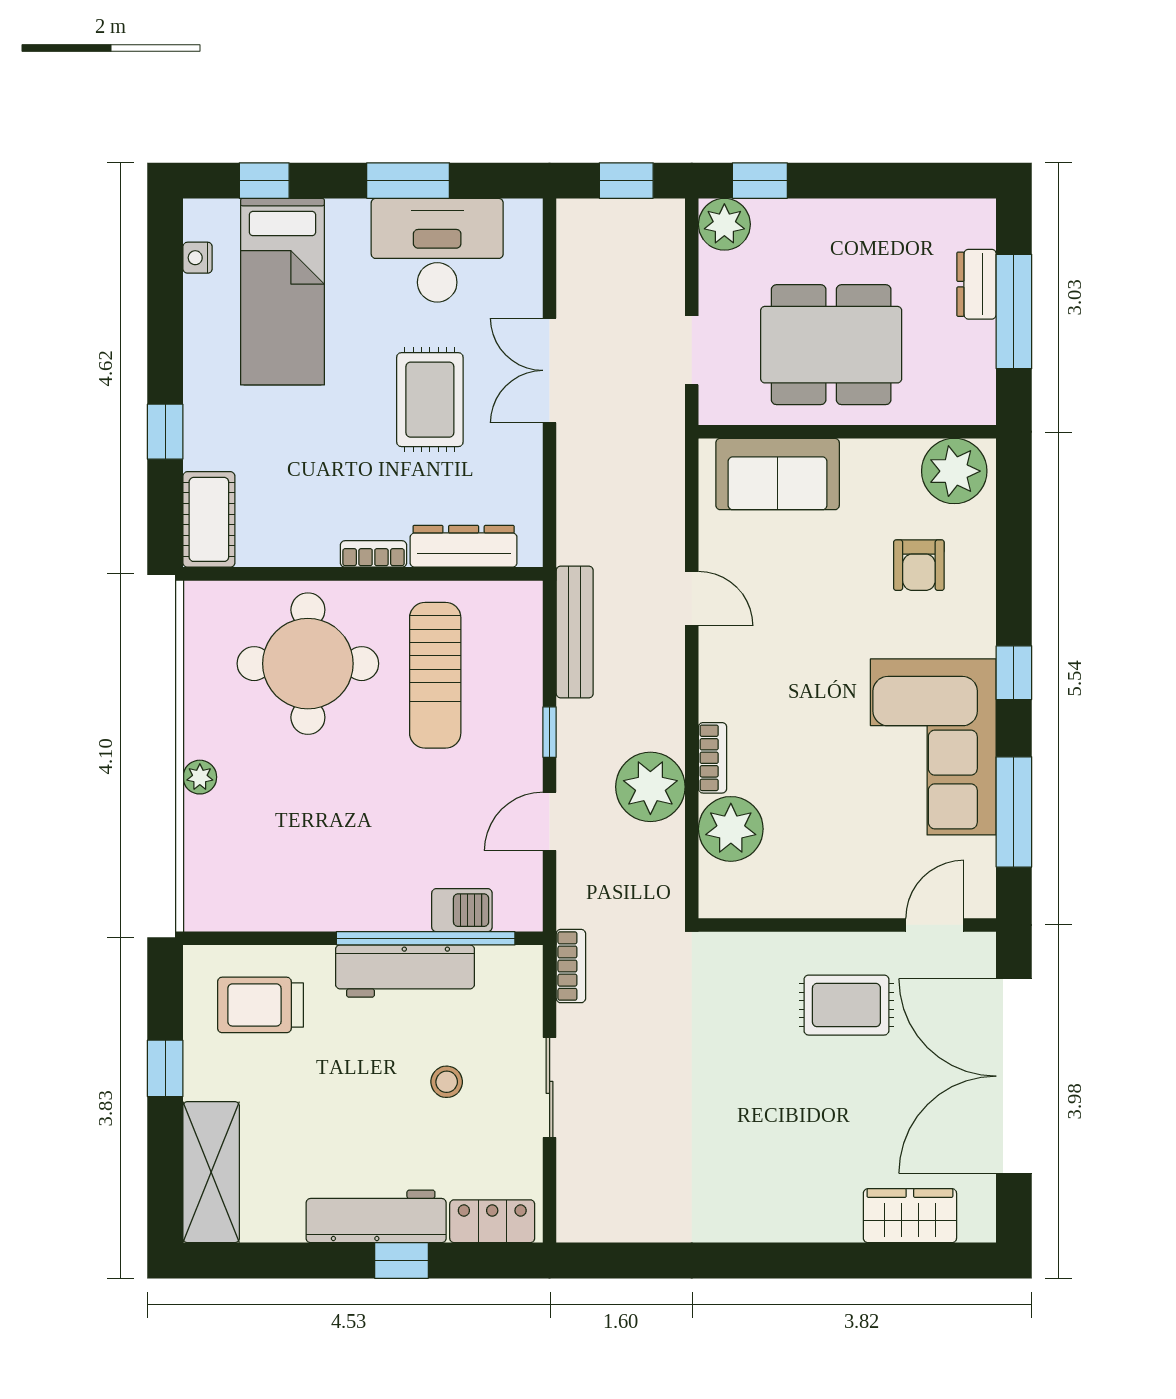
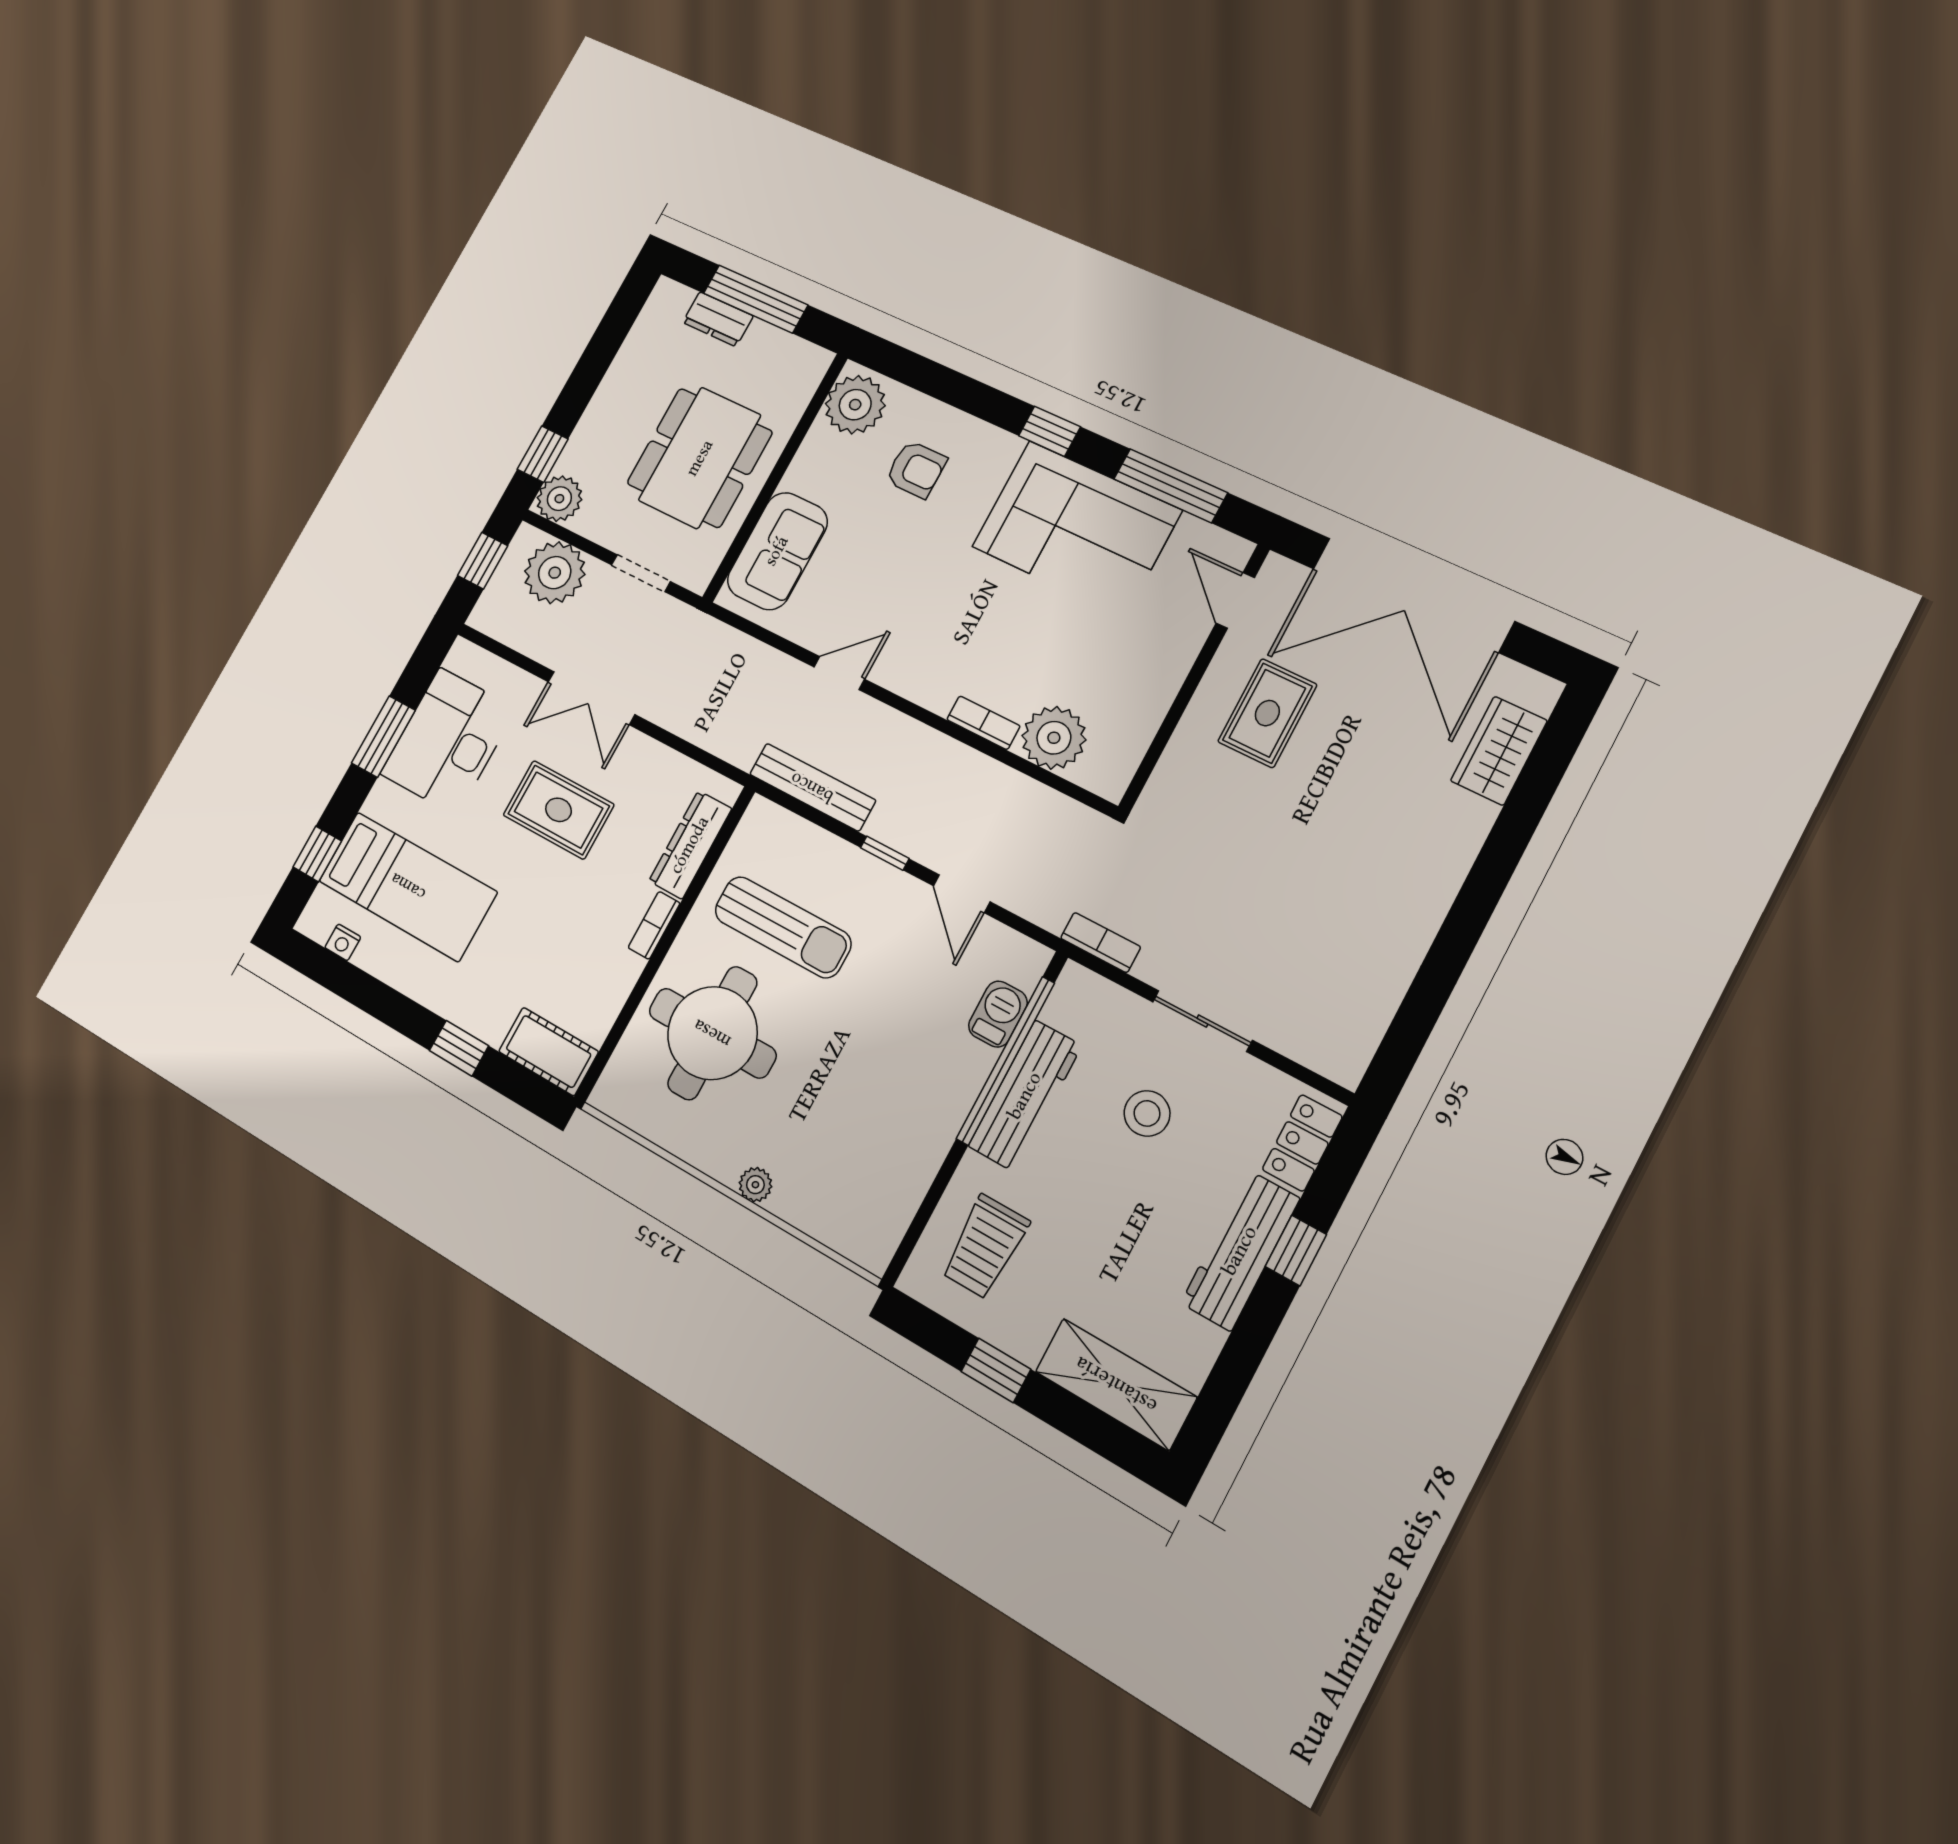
plant: (650, 787) -> (555, 573), moved
stool: (447, 1082) -> (1147, 1113), width x1.37, depth x1.37

